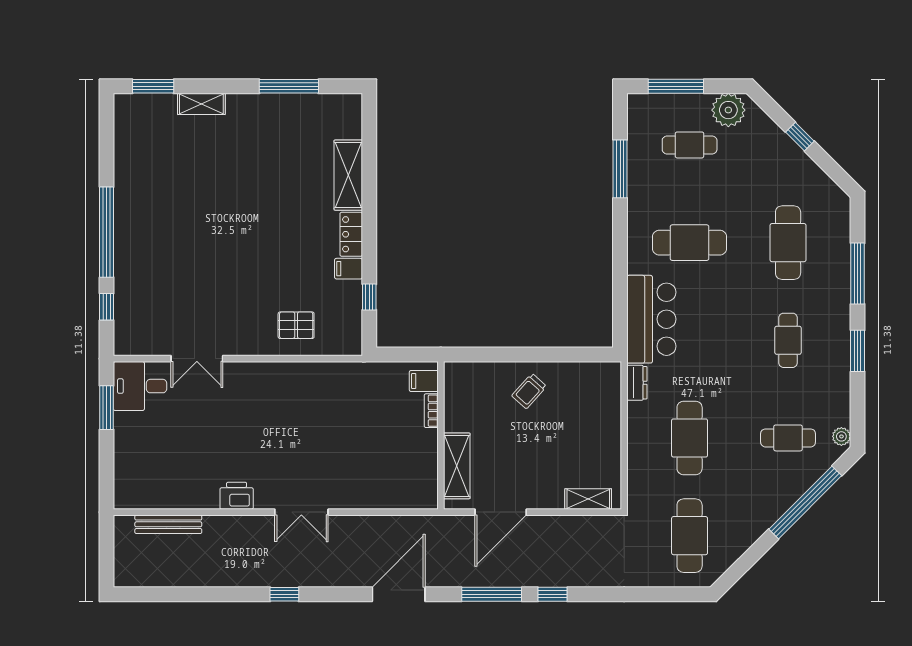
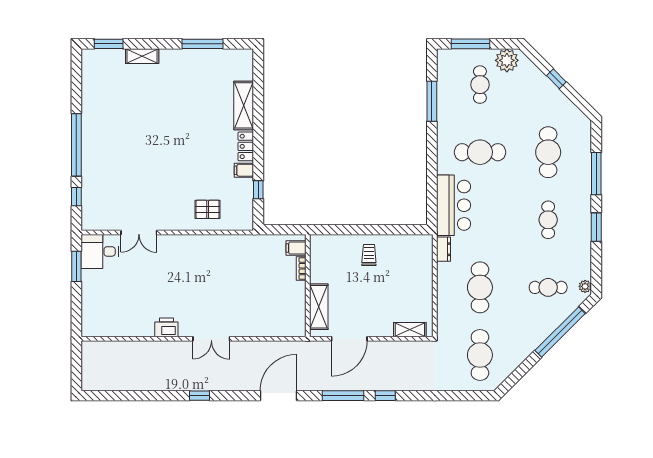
cafe table: (690, 145) -> (480, 85), turned 90
trolley: (529, 391) -> (369, 255), turned 138
bench: (168, 524) -> (119, 347), removed

